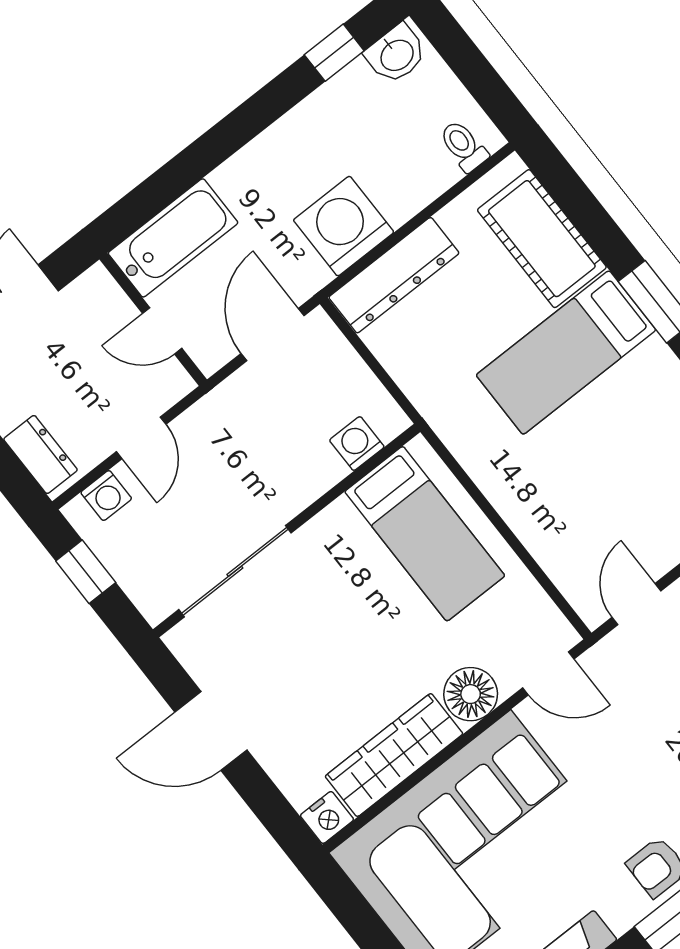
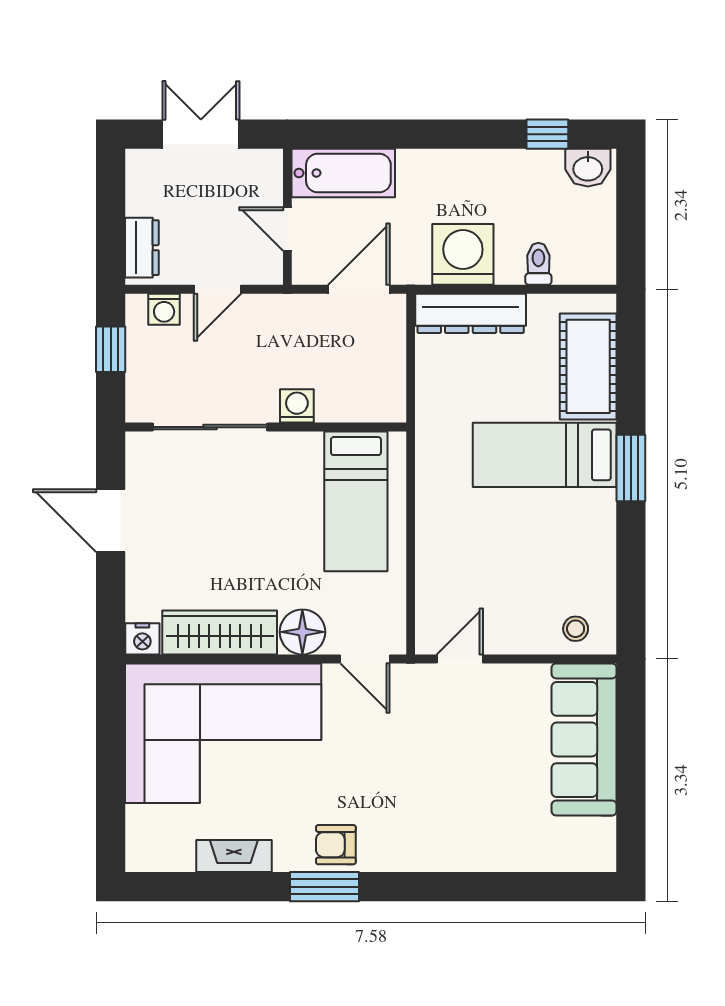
toilet: (463, 146) -> (538, 264), moved
washing machine: (357, 444) -> (297, 406), moved

